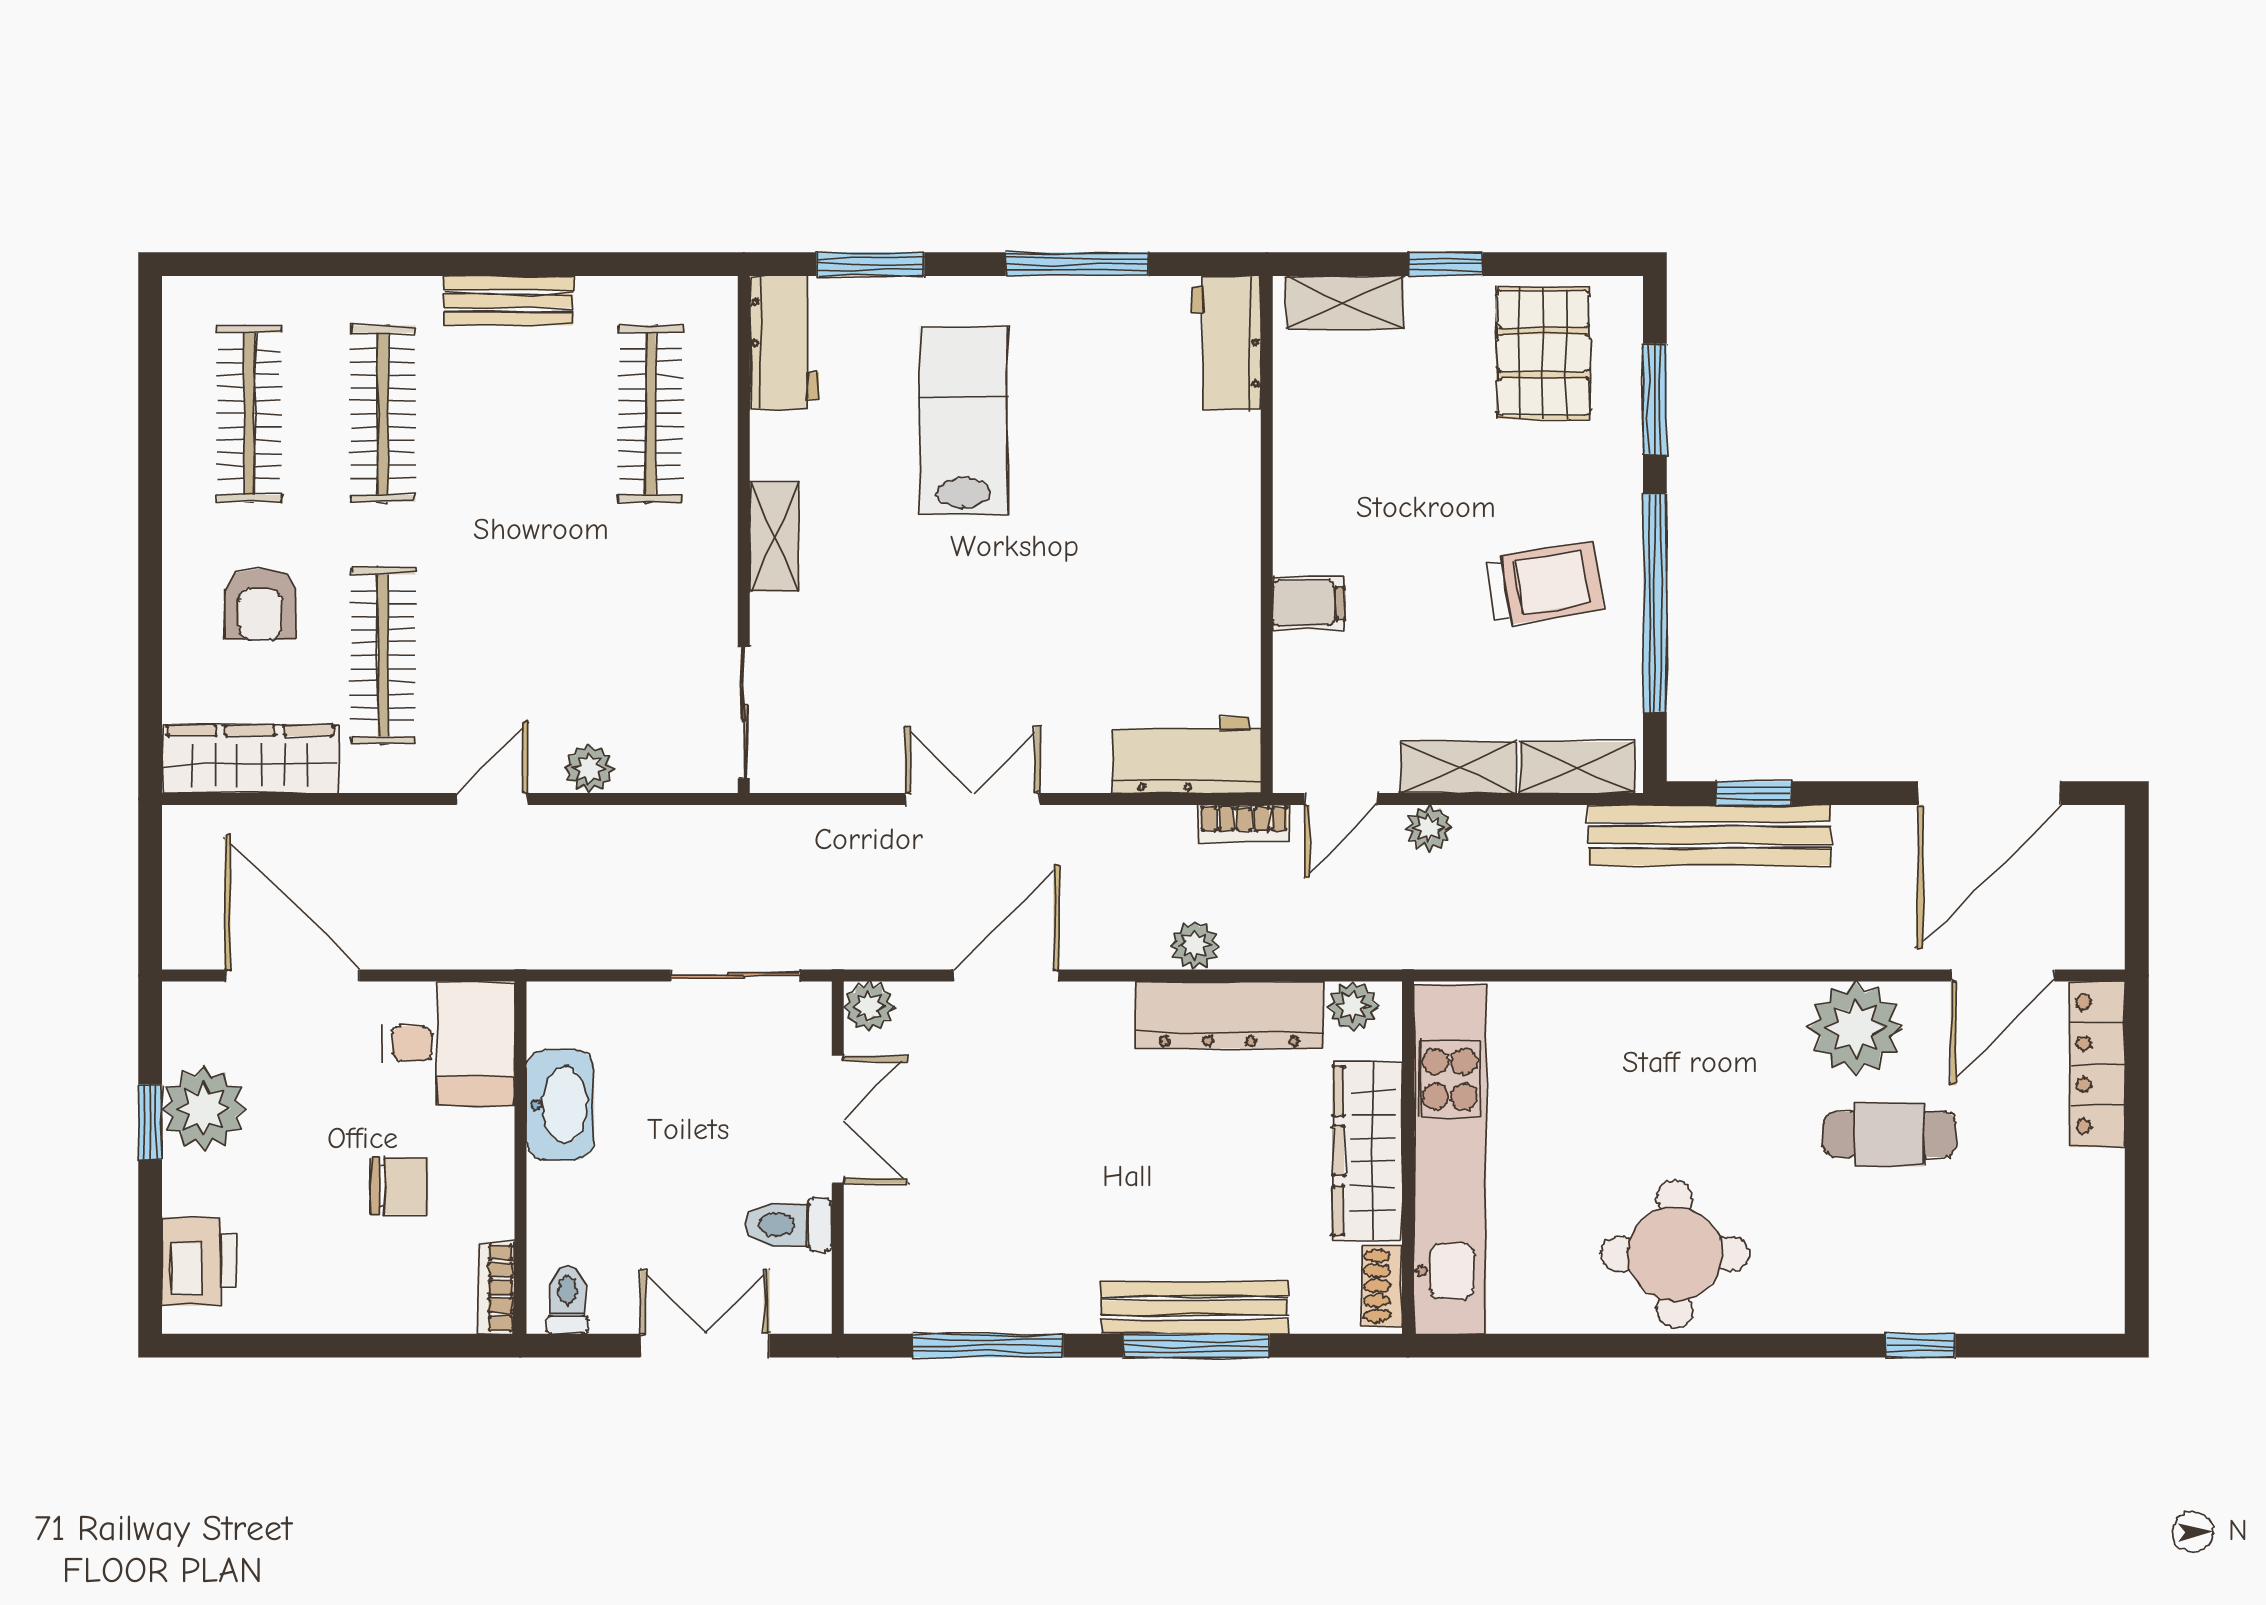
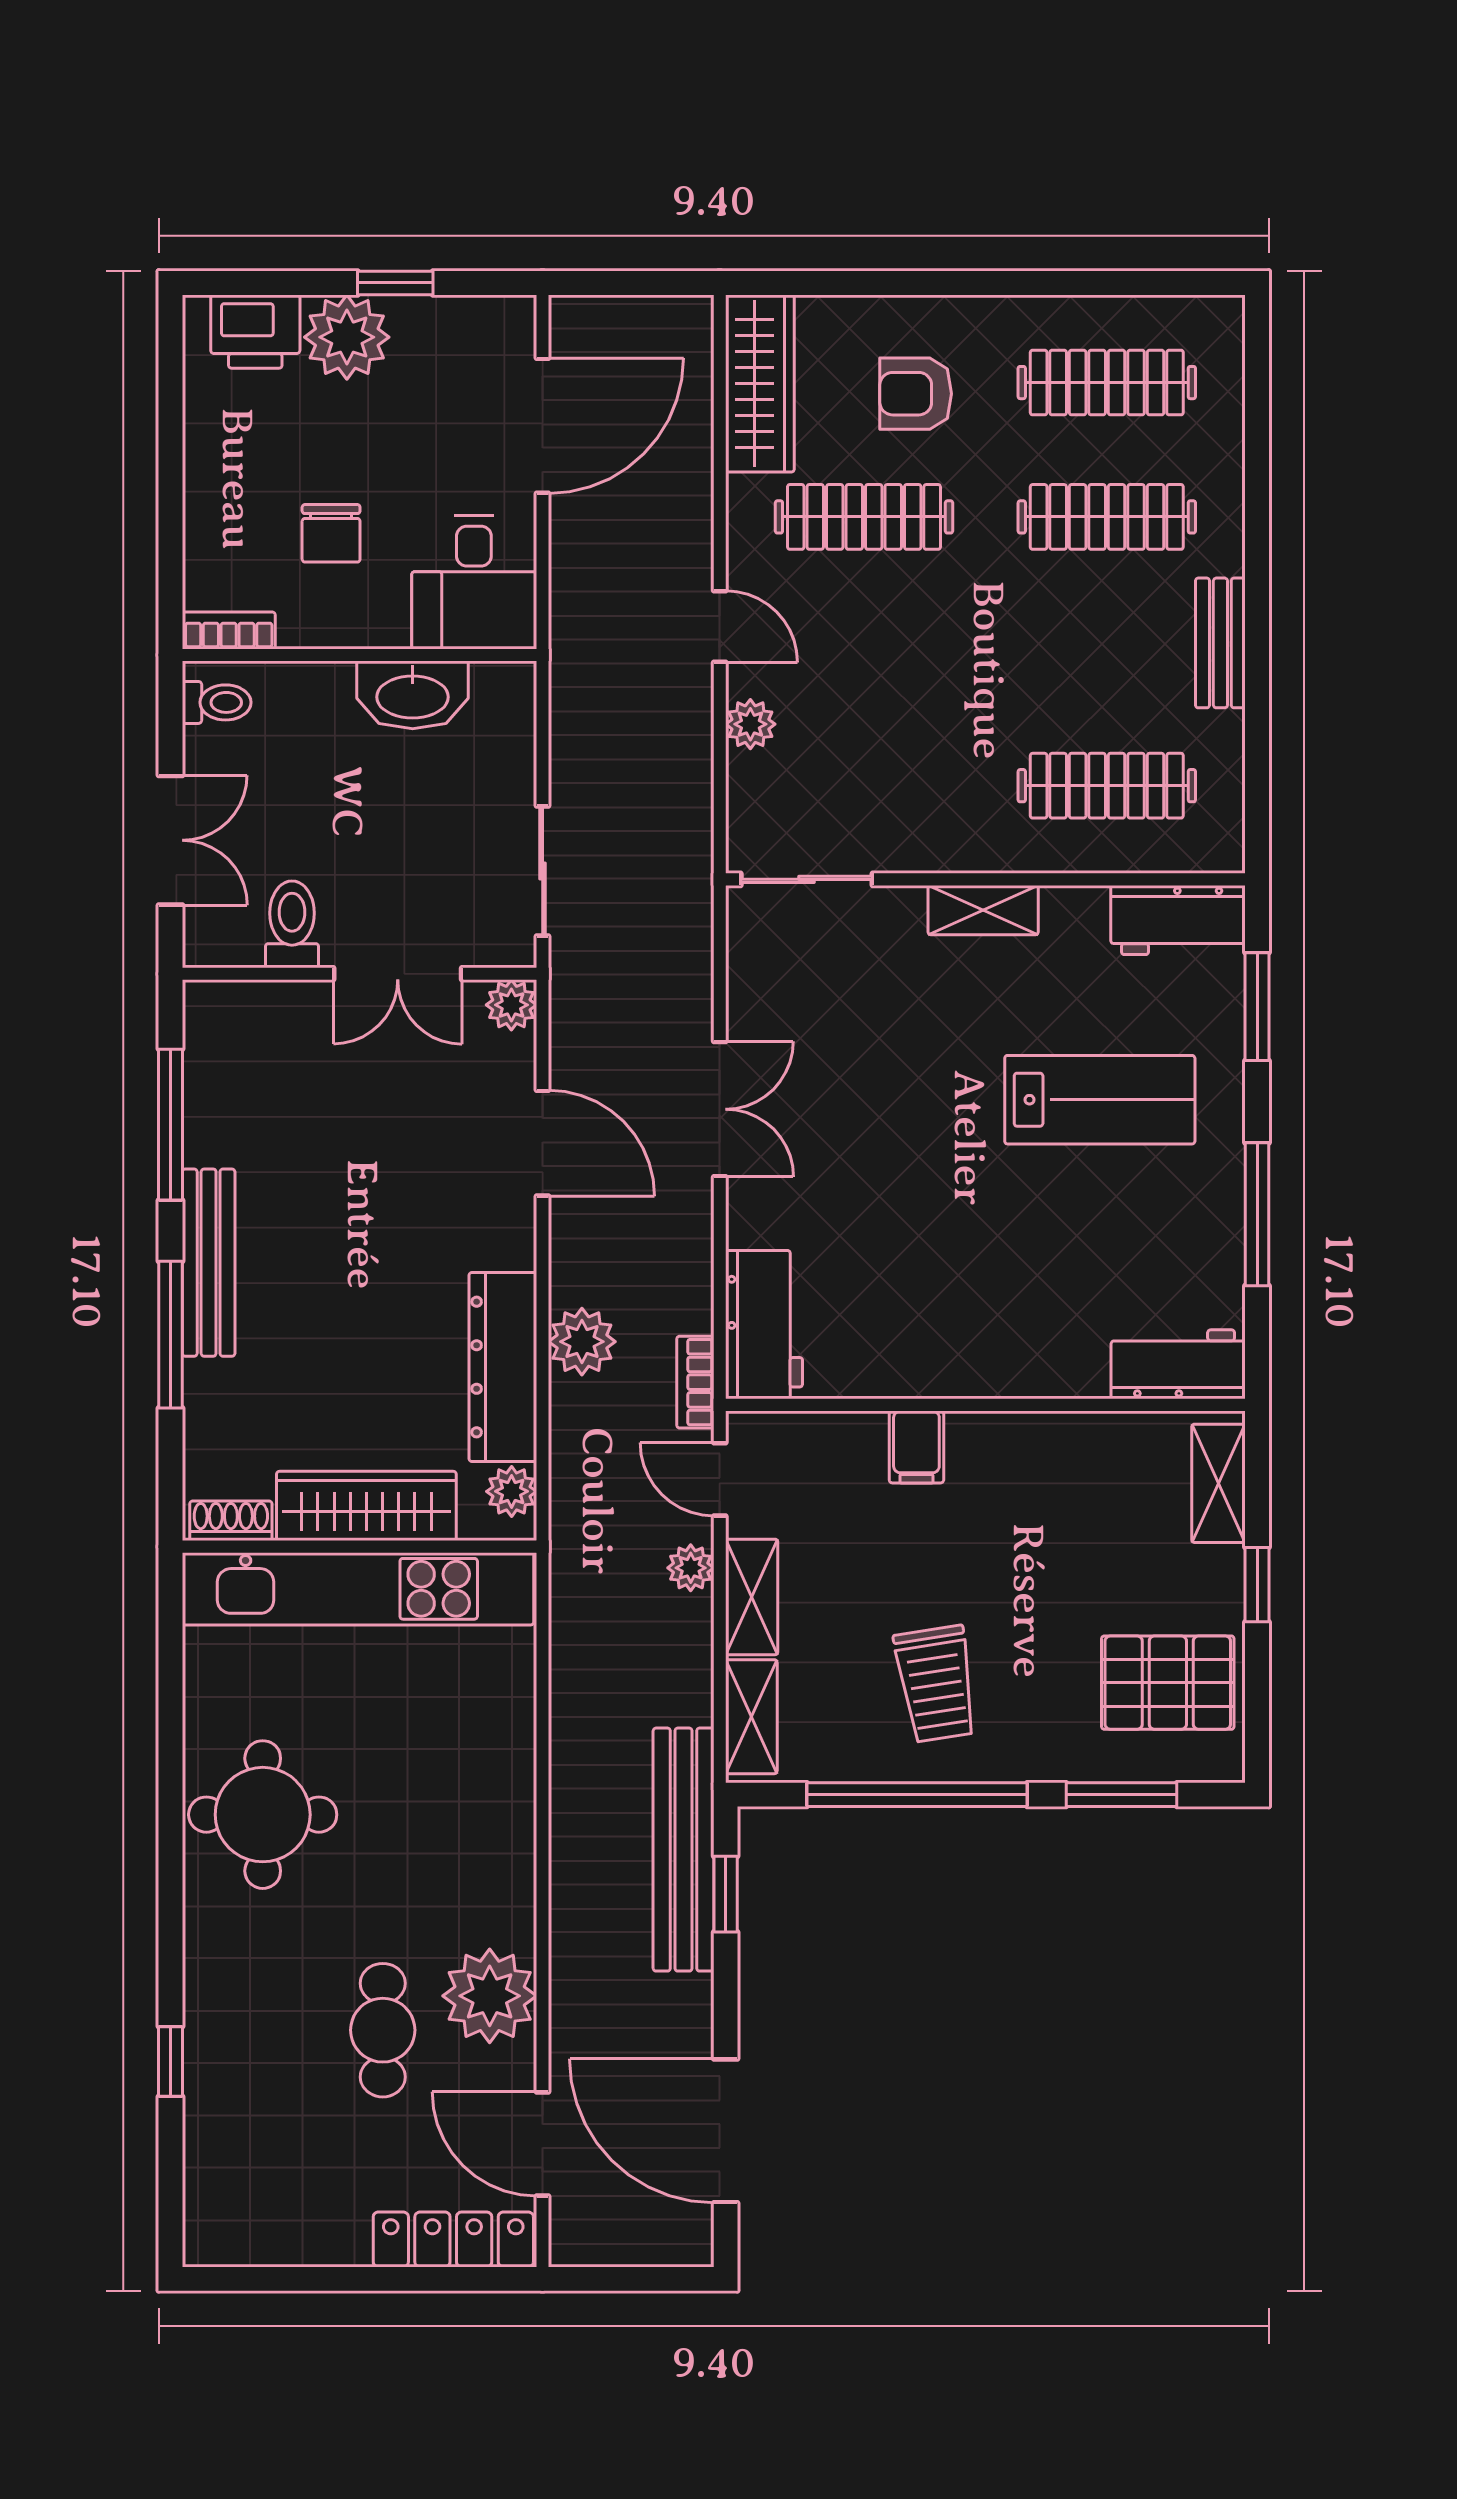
plant: (1195, 945) -> (582, 1342), width x1.38, depth x1.38
plant: (204, 1109) -> (347, 337), moved
bench: (1194, 1308) -> (209, 1263), moved

